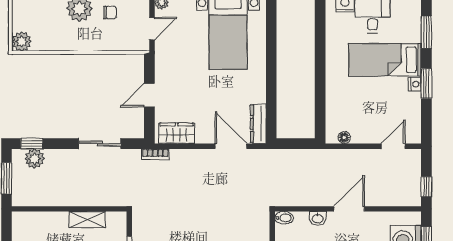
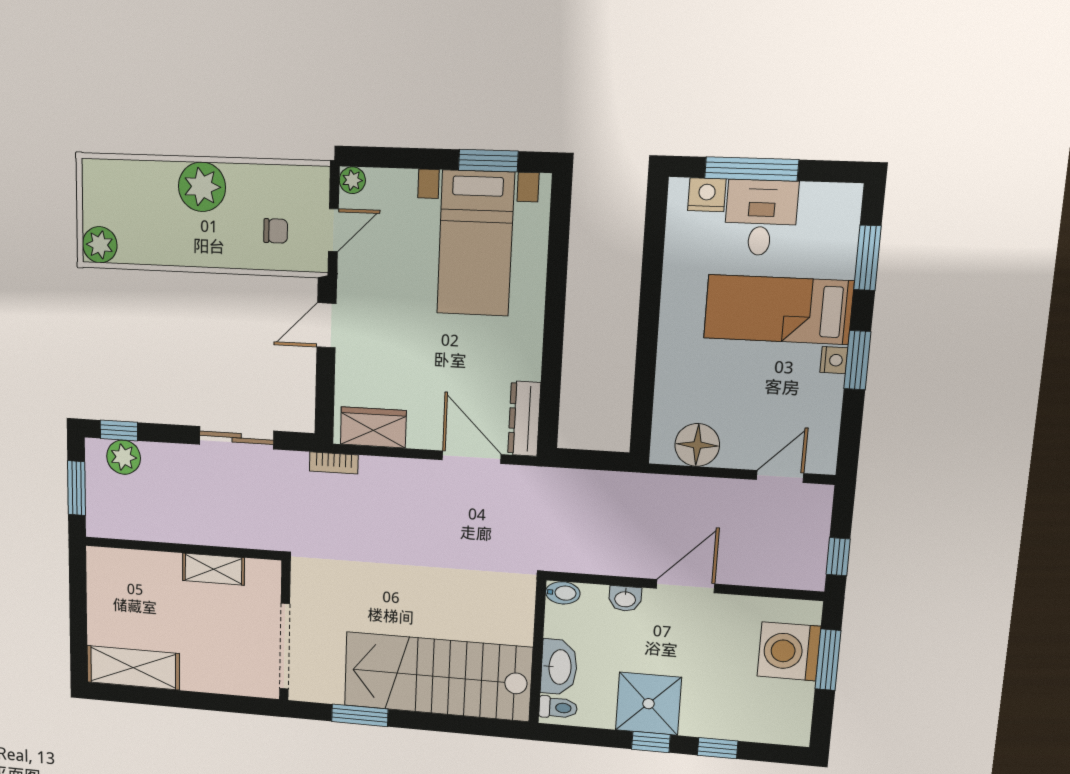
chair: (110, 13) -> (276, 231), moved
door: (149, 95) -> (326, 325), moved
floor lamp: (344, 137) -> (697, 445), width x1.89, depth x1.89

